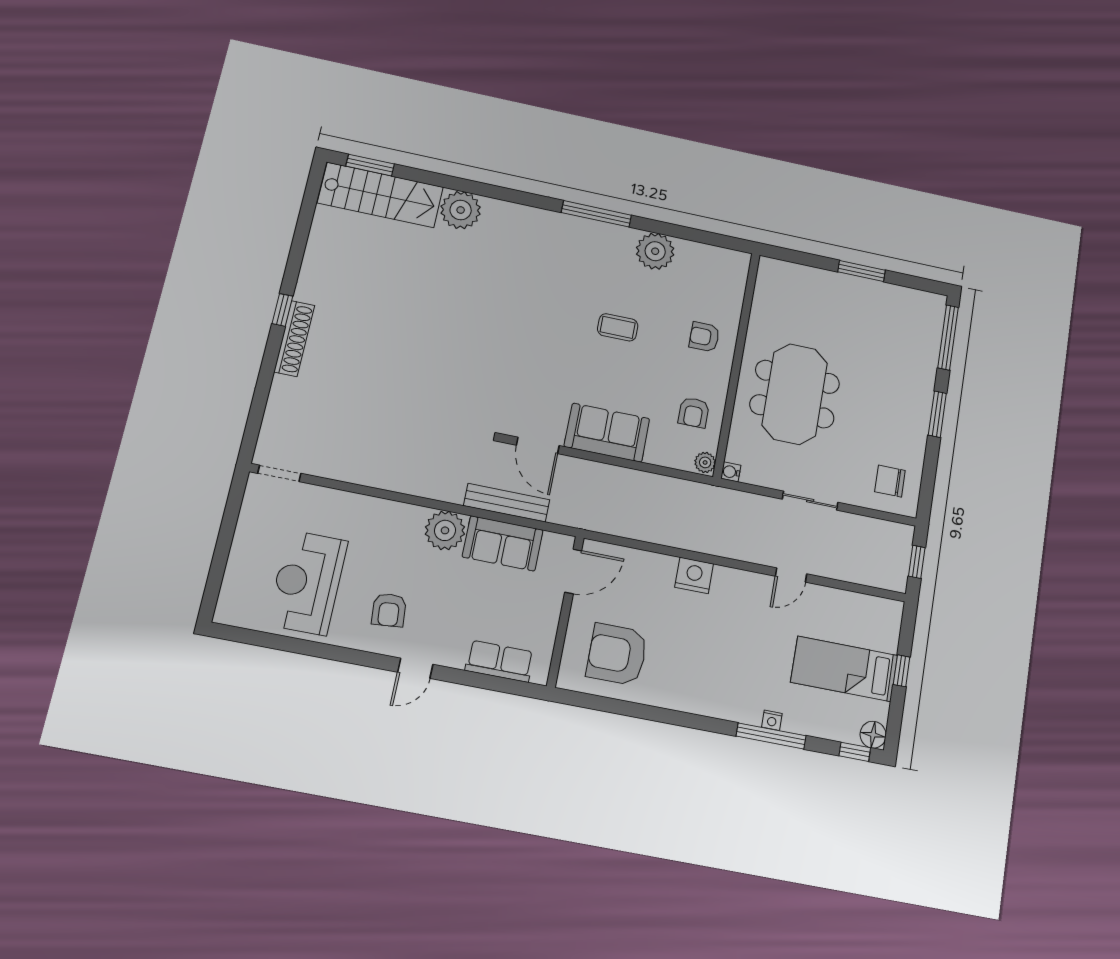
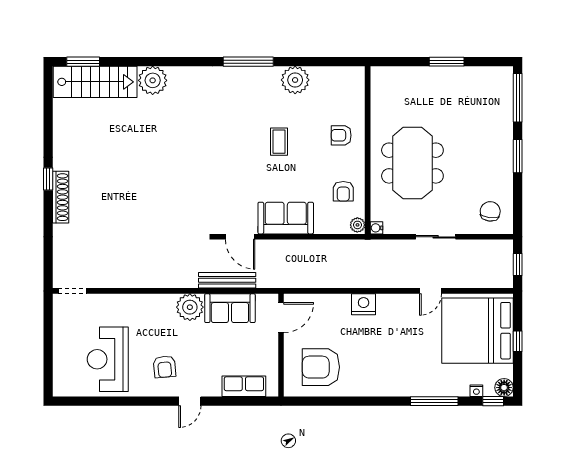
coffee table: (618, 327) -> (279, 142), turned 90
chair: (890, 481) -> (490, 211), turned 97
bed: (844, 669) -> (477, 331), width x2.04
nightstand: (772, 720) -> (476, 391), moved

